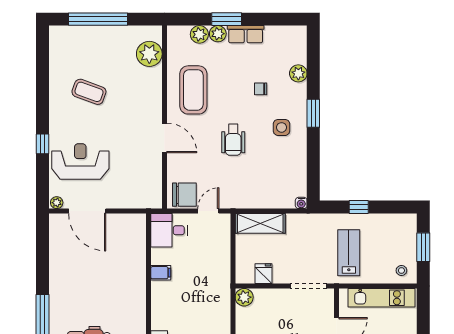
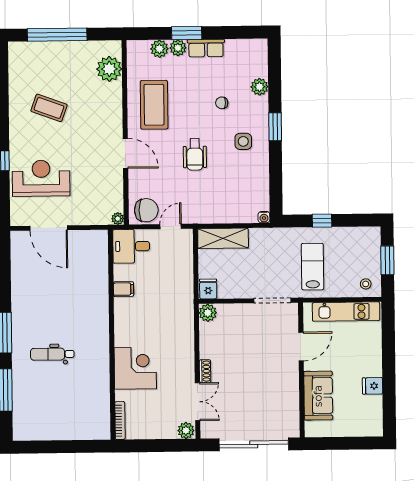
plant: (57, 203) -> (118, 219), moved
fridge: (264, 274) -> (208, 289), moved

